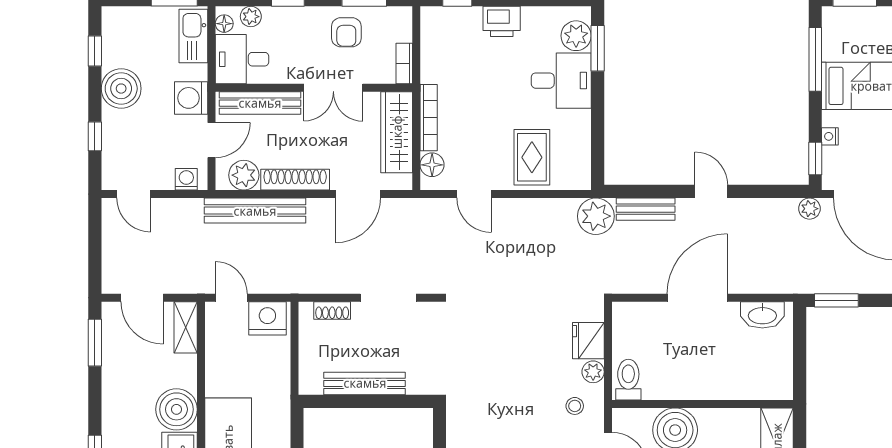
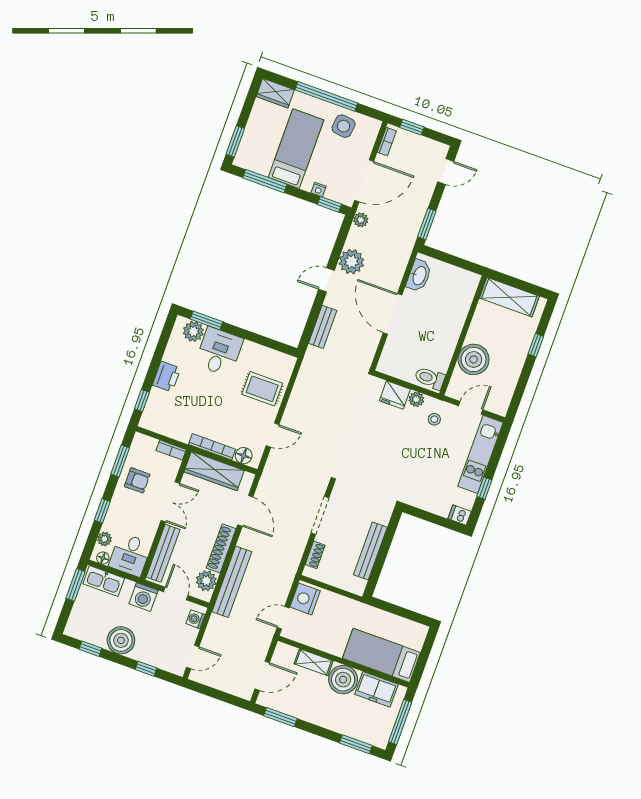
plant: (596, 216) -> (351, 262), moved
shelving: (186, 327) -> (314, 662), moved

